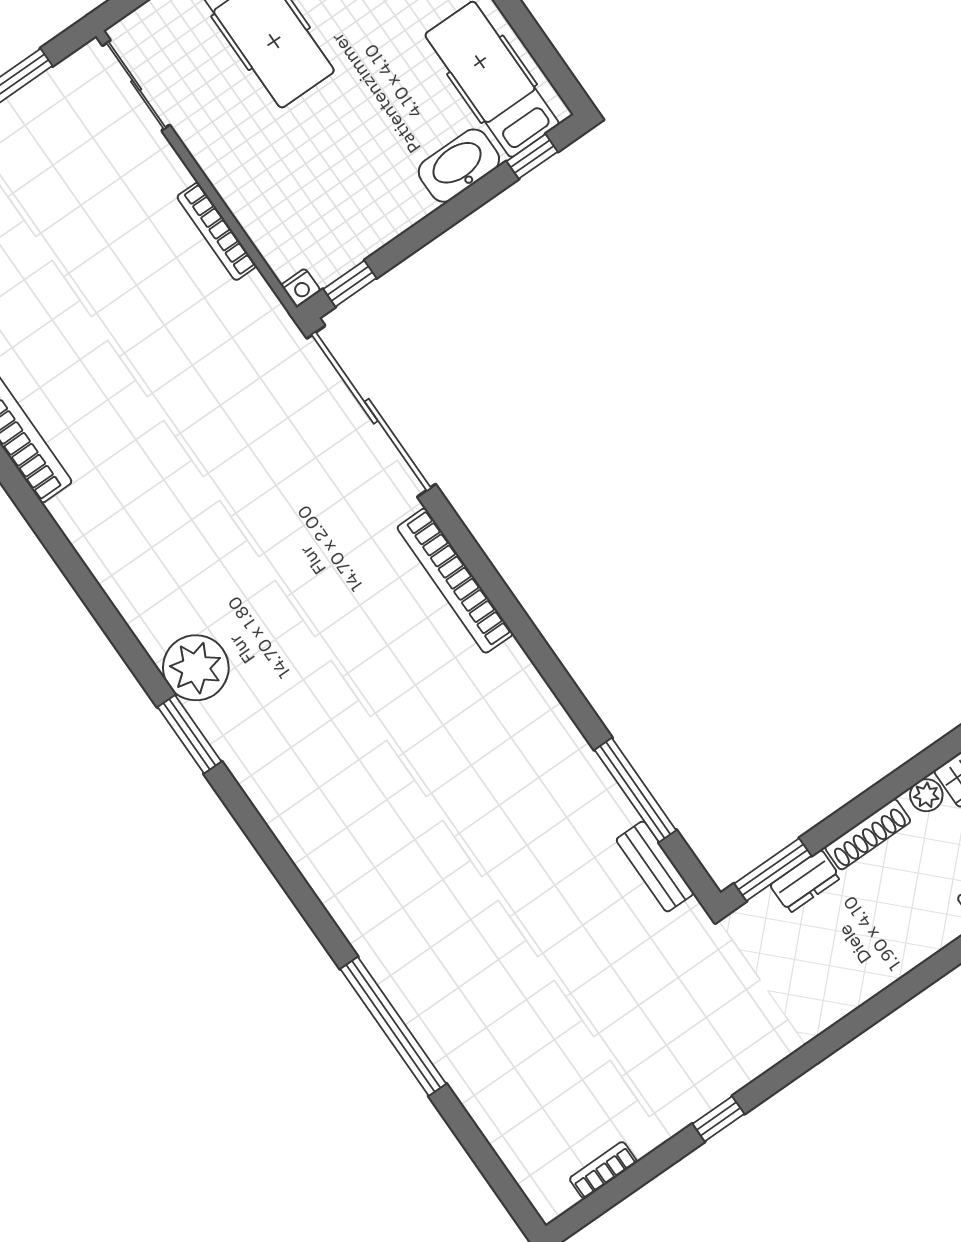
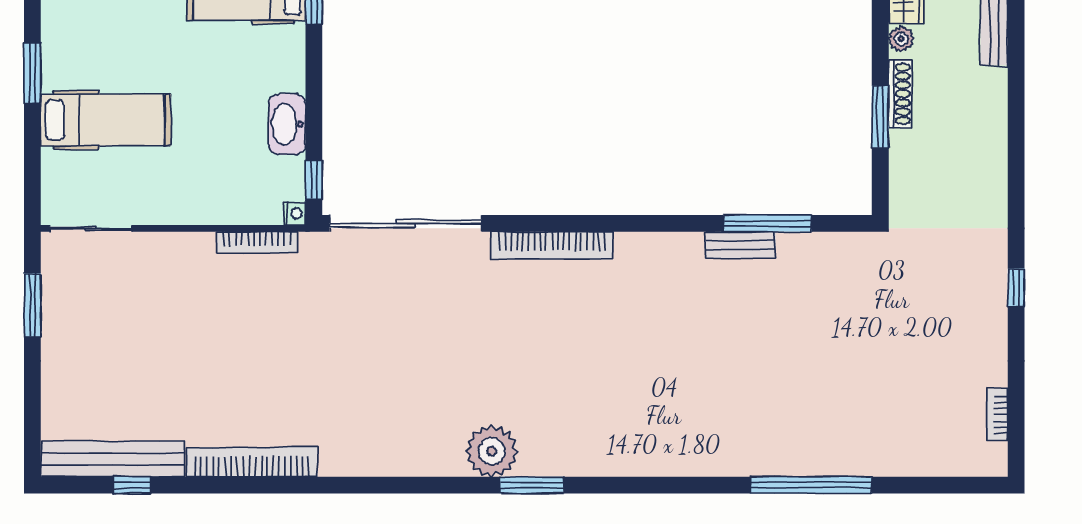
washbasin: (459, 166) -> (287, 124), moved
bookcase: (217, 231) -> (257, 242), moved
bench: (655, 866) -> (741, 245), moved
window: (773, 870) -> (880, 117), moved
dresser: (805, 881) -> (902, 155), removed
window: (718, 1119) -> (1016, 288), moved

